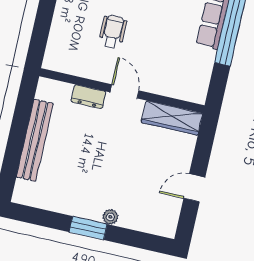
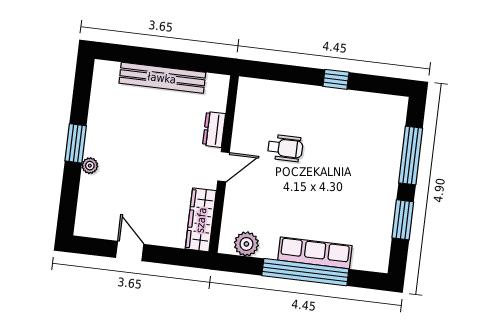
plant: (199, 77) -> (246, 244), added

